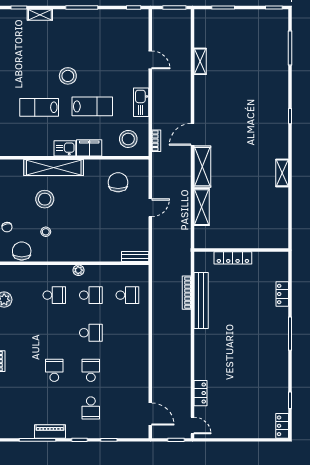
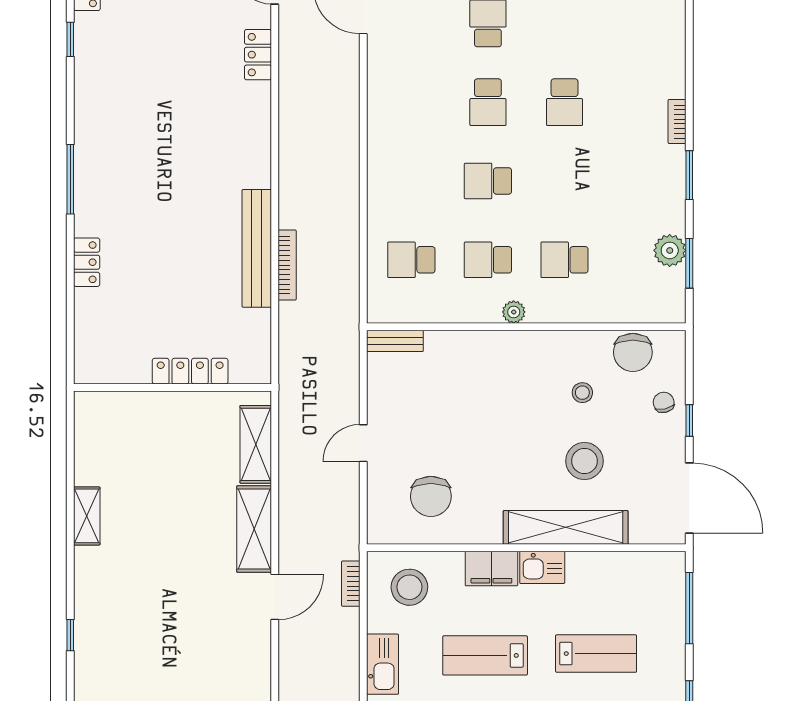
wall: (241, 250) -> (173, 388), moved
locker: (233, 258) -> (190, 371), moved

